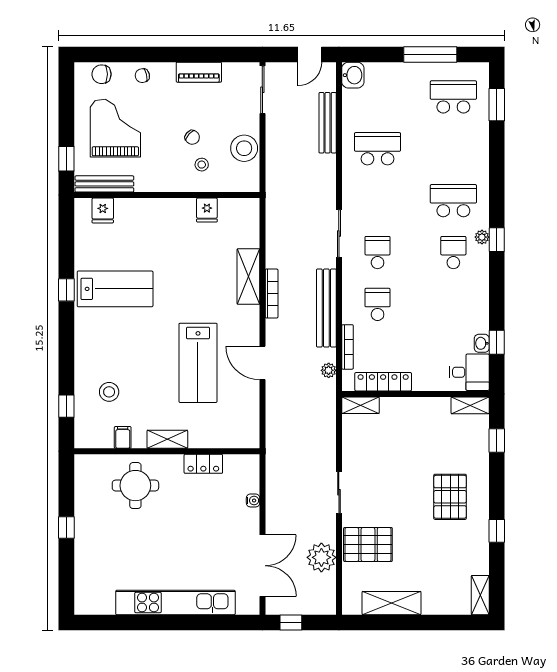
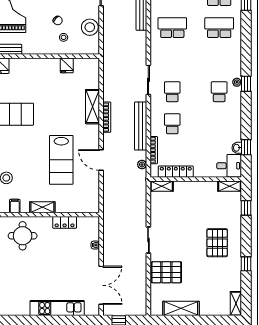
school desk: (453, 201) -> (219, 28), moved
plant: (321, 557) -> (138, 280), removed
kitchen unit: (175, 603) -> (57, 308), width x0.73

